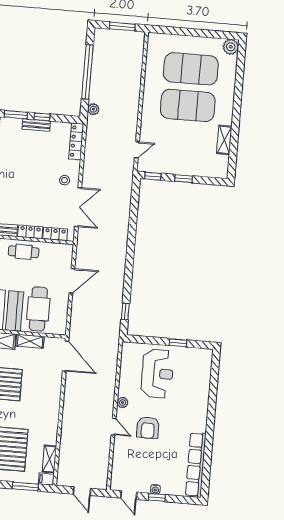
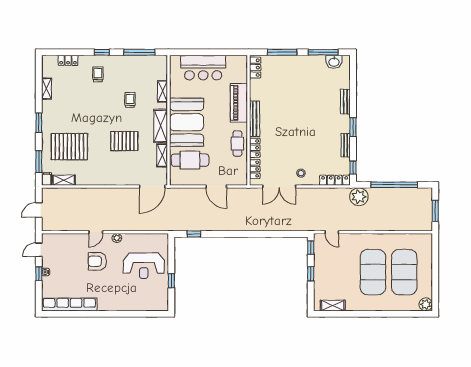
plant: (93, 109) -> (359, 197), width x1.87, depth x1.87
window: (42, 117) -> (353, 168), moved
shelving: (224, 140) -> (333, 306), moved

